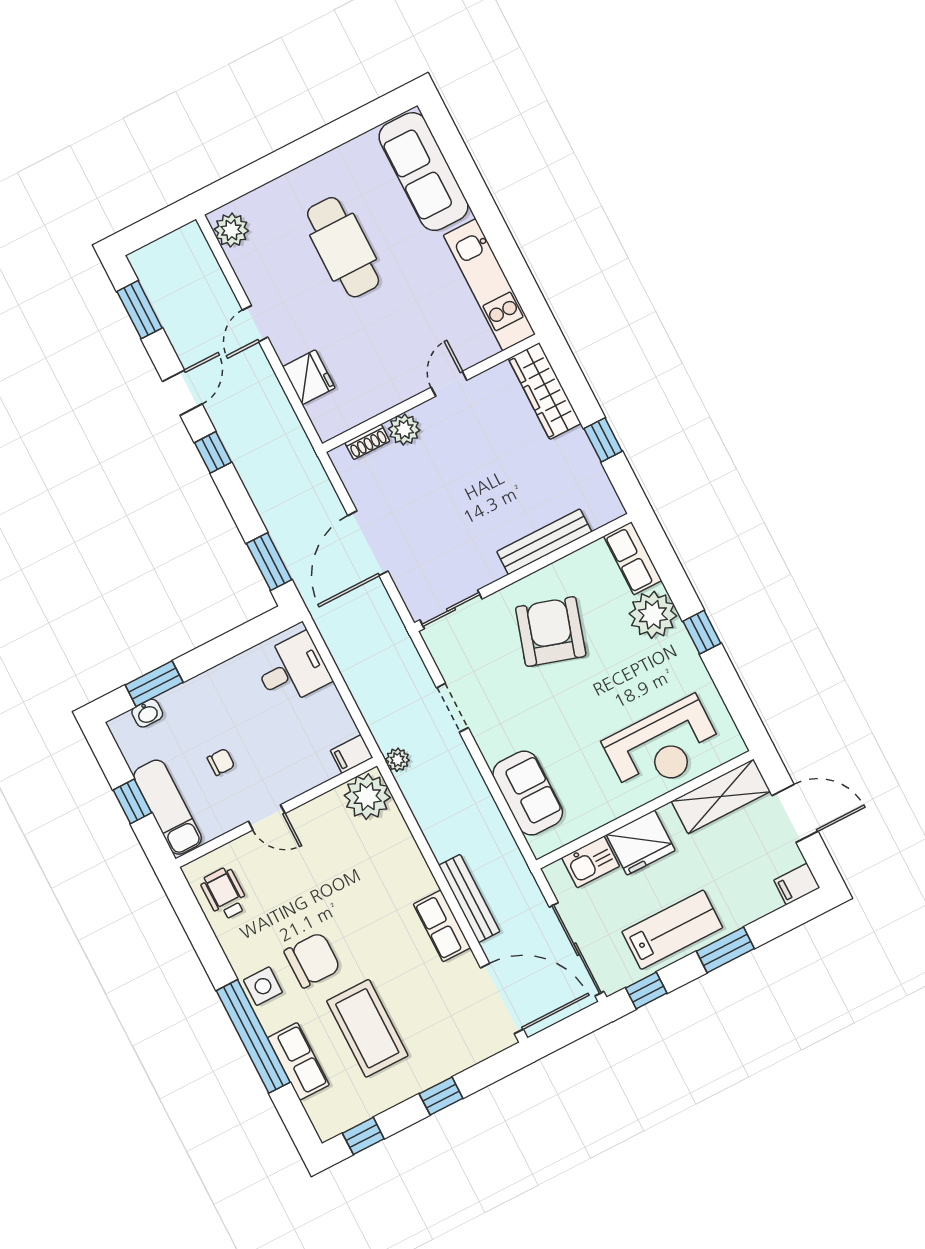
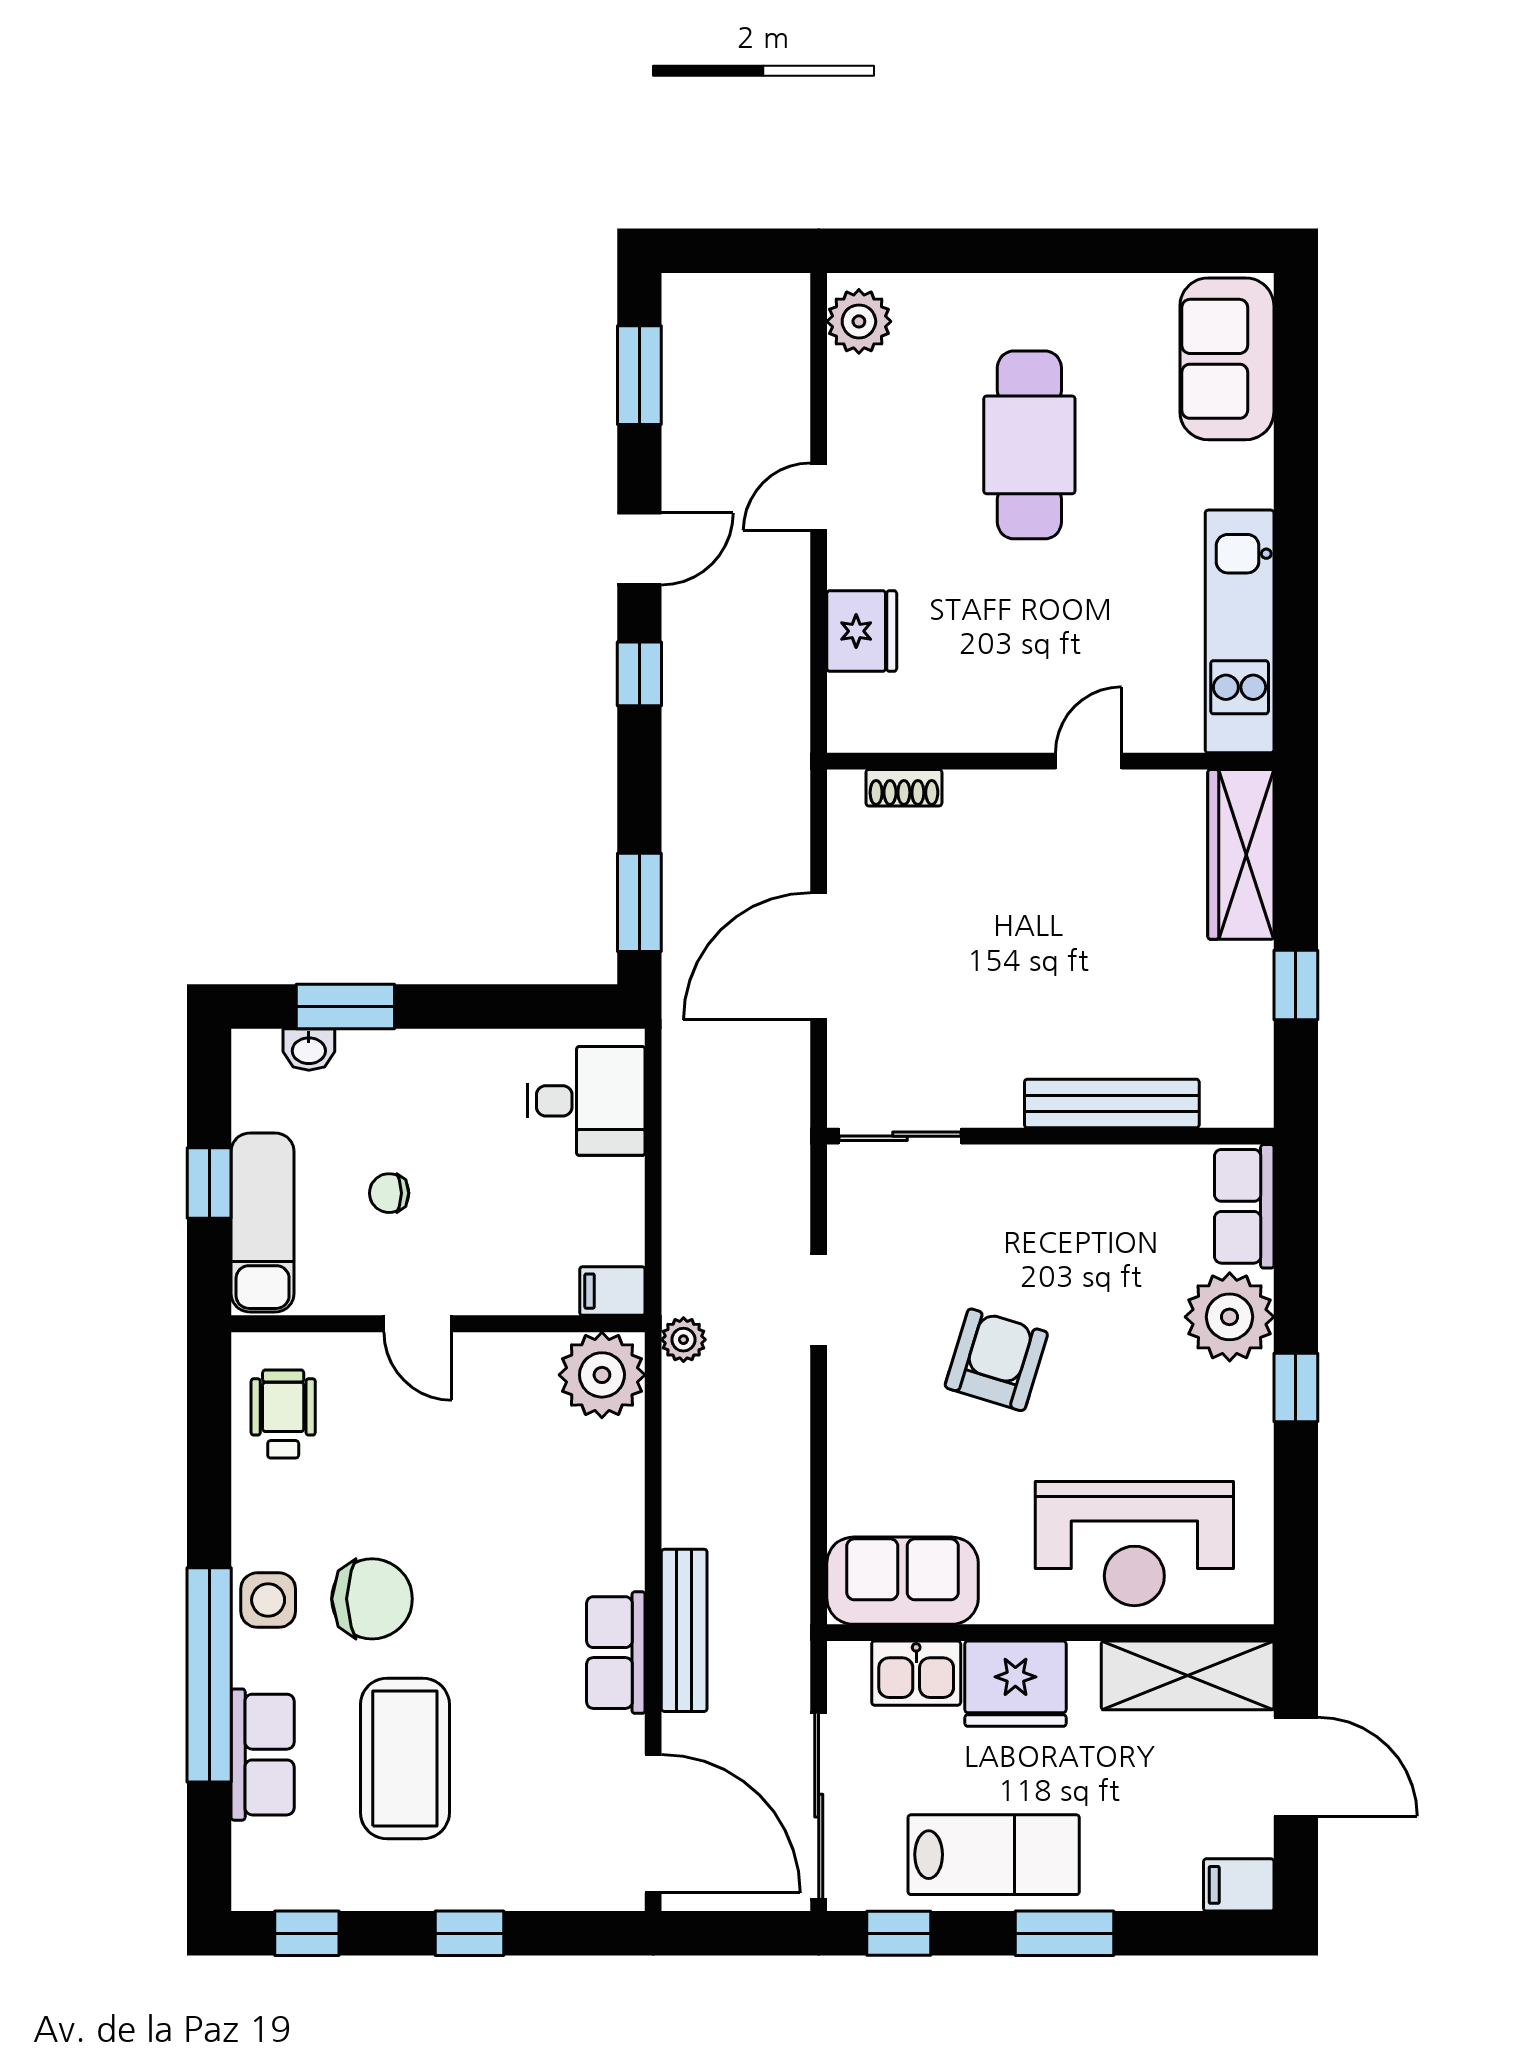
sofa: (423, 172) -> (1227, 359), width x0.73
plant: (404, 429) -> (975, 799), removed
armchair: (551, 632) -> (996, 1360), moved, width x0.73, depth x0.73
chair: (221, 762) -> (389, 1193), turned 180
sofa: (528, 793) -> (903, 1581), moved, turned -90

